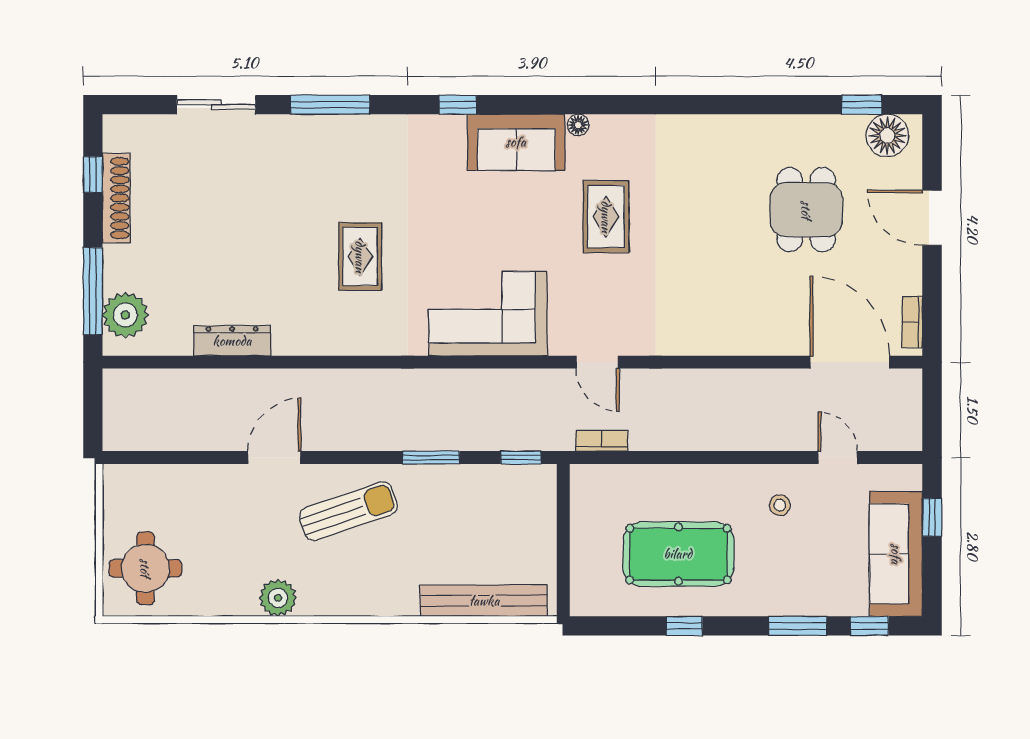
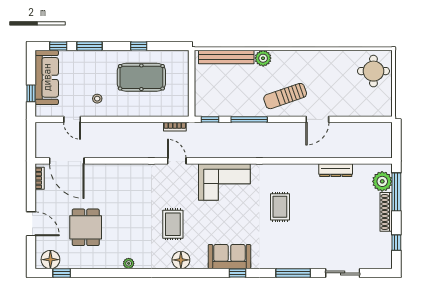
floor lamp: (578, 125) -> (181, 260), width x1.89, depth x1.89
plant: (708, 127) -> (129, 263), added
sofa: (516, 142) -> (229, 257), moved
shoe rack: (116, 198) -> (386, 212), moved
window: (431, 457) -> (249, 119), width x1.44
plant: (278, 598) -> (263, 58), moved

